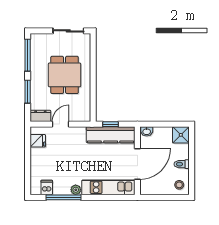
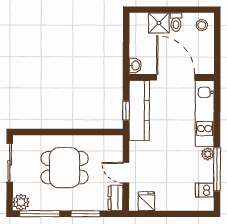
plant: (37, 40) -> (21, 202), added
shower: (181, 135) -> (159, 23), moved

